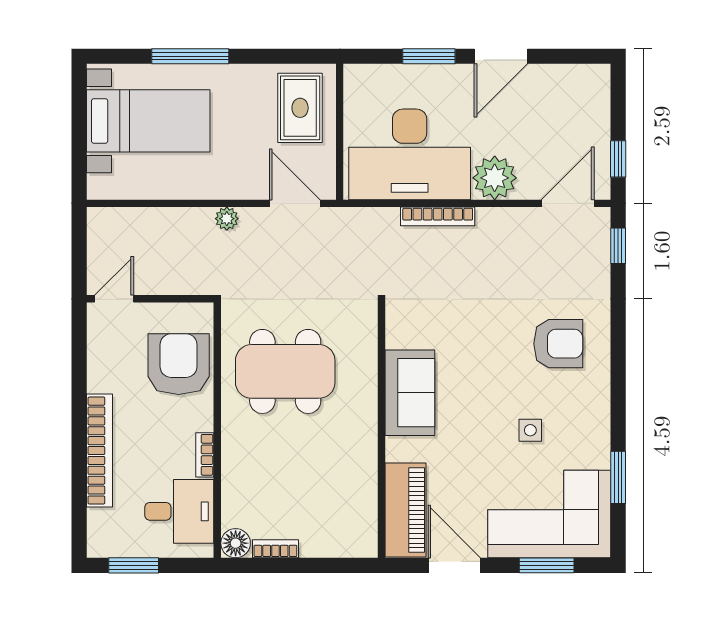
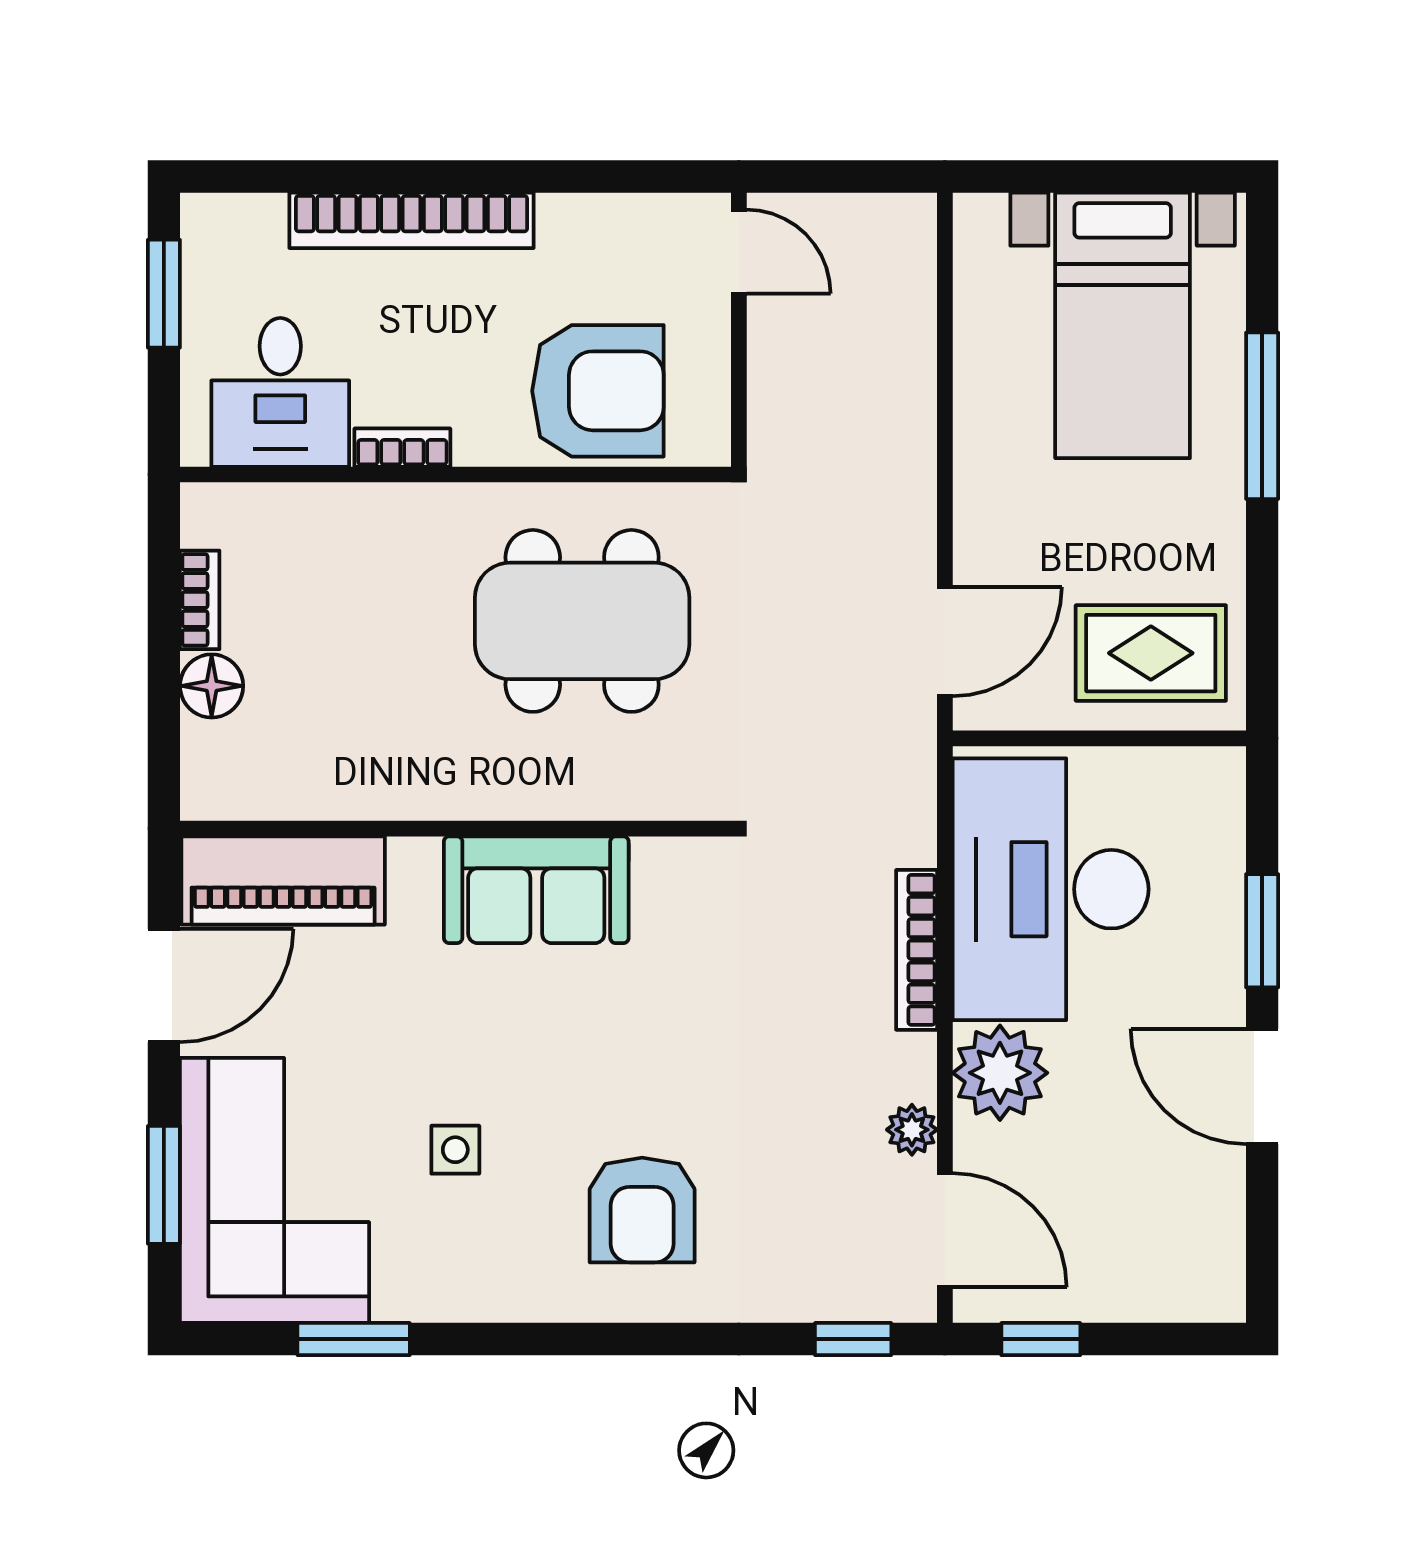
plant: (227, 219) -> (912, 1130), moved
dining table: (285, 371) -> (582, 621), turned 90
floor lamp: (236, 543) -> (212, 686), moved

